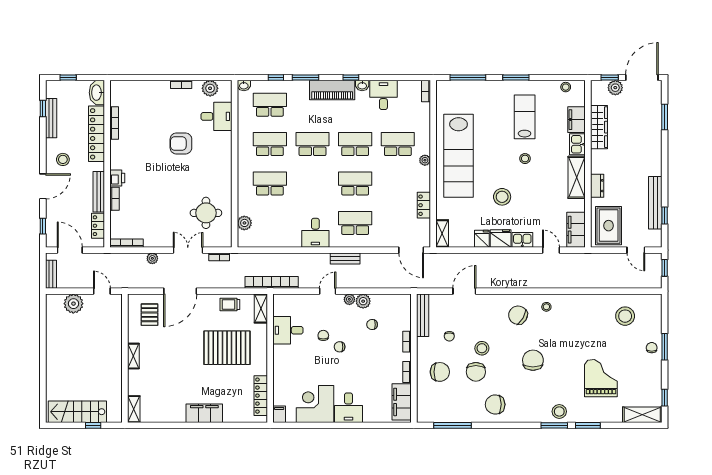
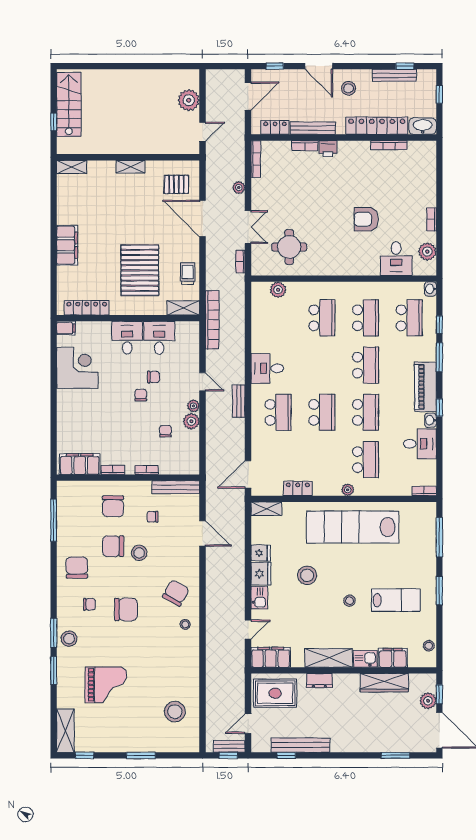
armchair: (181, 143) -> (366, 219), turned -90
bench: (51, 274) -> (229, 746), moved
chair: (652, 348) -> (89, 604), moved
desk: (348, 408) -> (127, 338), moved, turned 90

